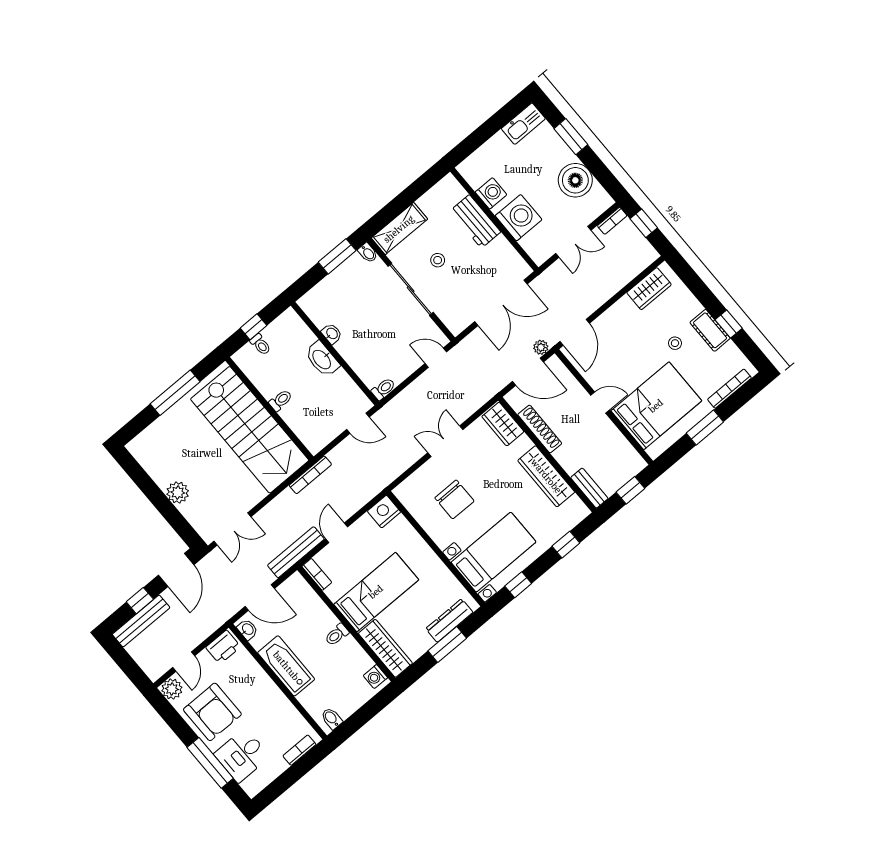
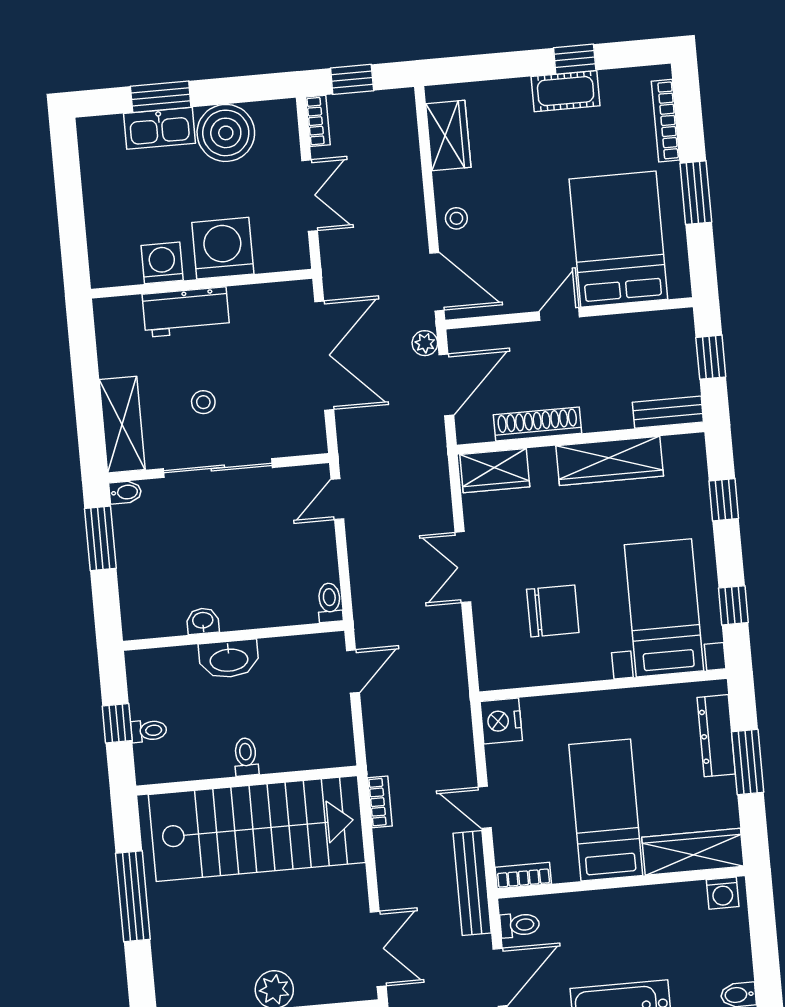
kitchen sink: (523, 124) -> (159, 128), moved, turned 90
stool: (675, 343) -> (456, 218), moved
bookcase: (310, 475) -> (380, 802), width x0.64
toilet: (337, 635) -> (520, 925), moved, turned -90

